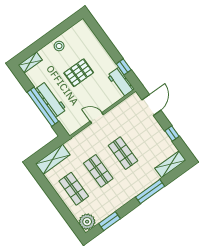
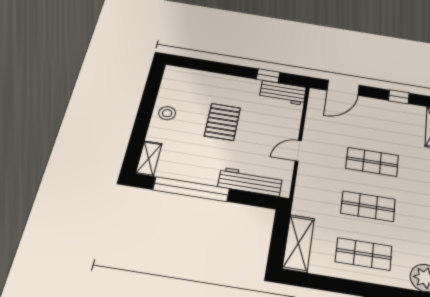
workbench: (51, 99) -> (250, 182), moved
door: (151, 105) -> (343, 88), swing flipped
window: (43, 107) -> (191, 189), moved

